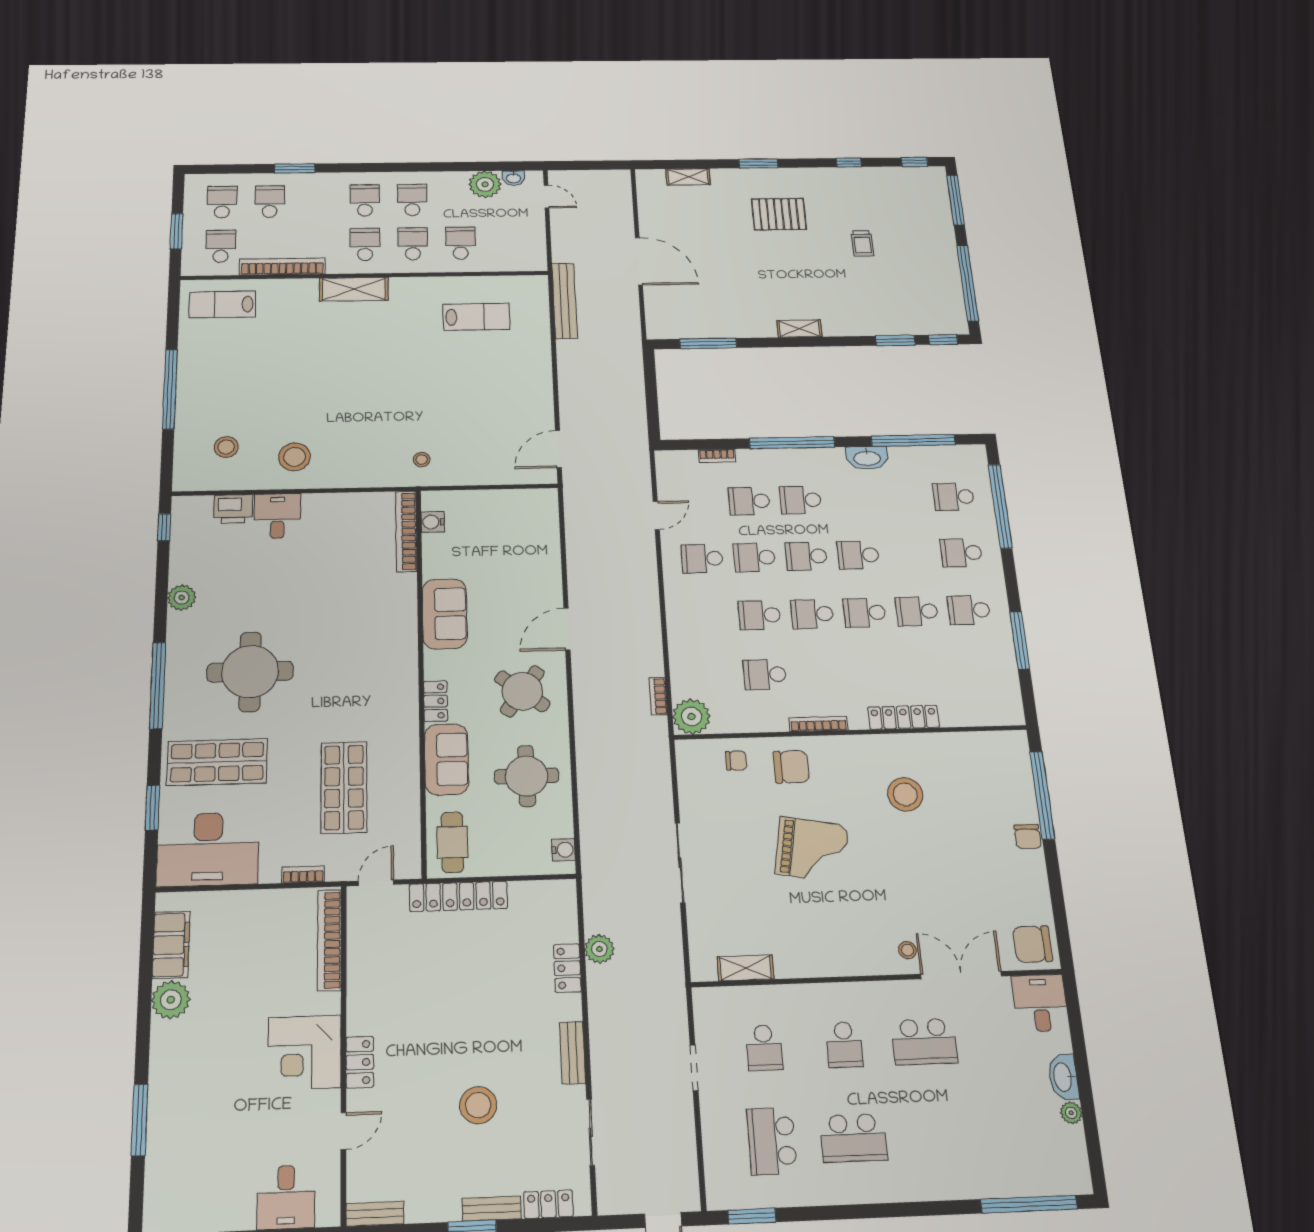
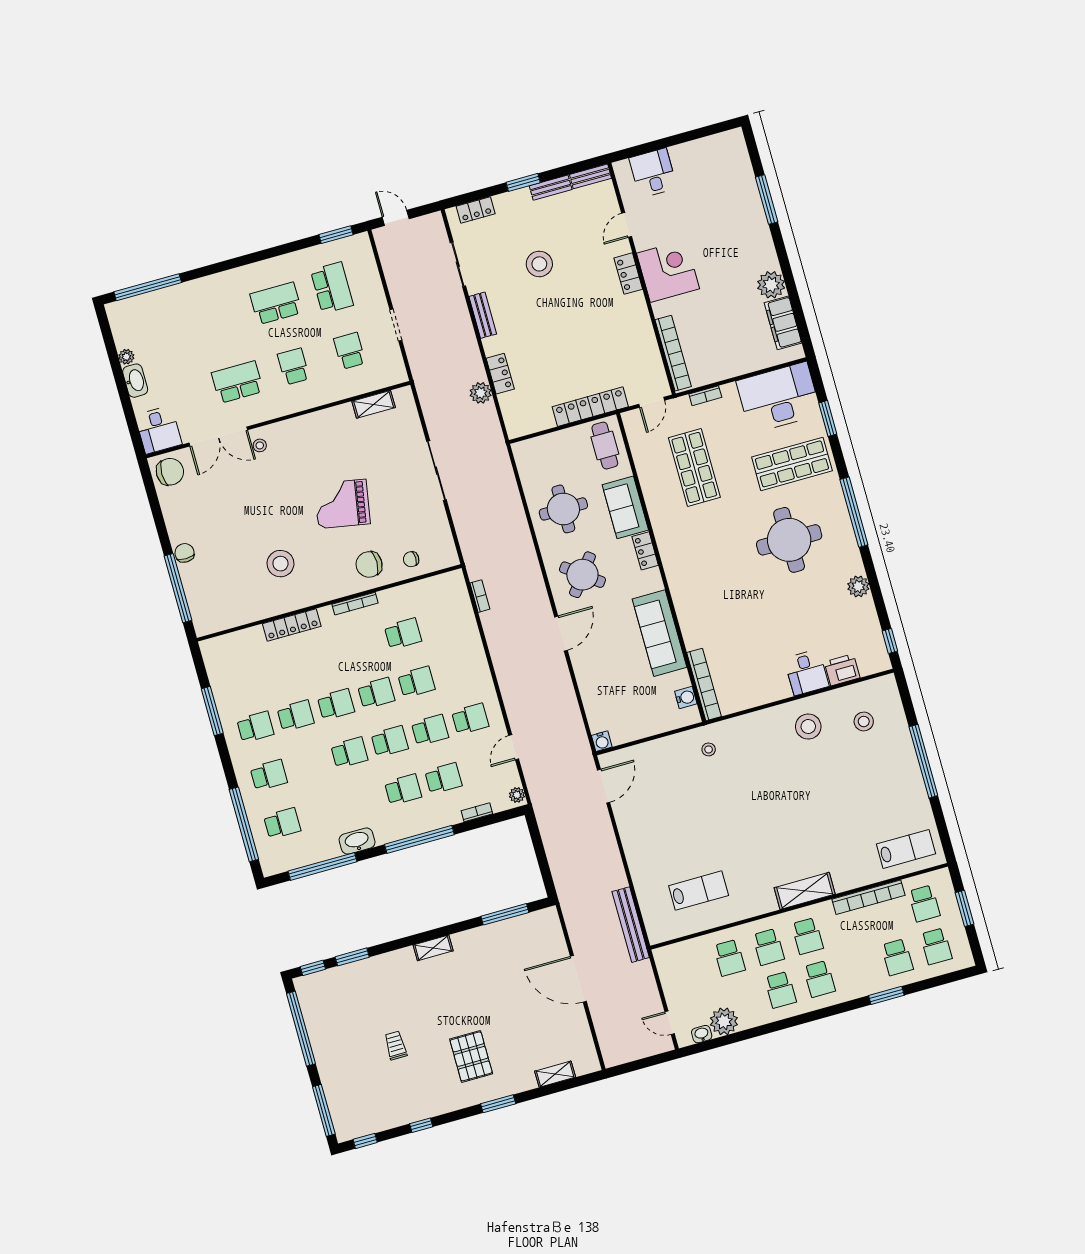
pallet: (779, 214) -> (471, 1056), turned 90
lab bench: (476, 317) -> (699, 891), turned 180
sofa: (445, 614) -> (660, 633), width x1.36
plant: (691, 716) -> (517, 795), moved, width x0.53, depth x0.53
water cooler: (563, 850) -> (602, 741), moved, turned -90
bench: (492, 1209) -> (551, 188), moved

